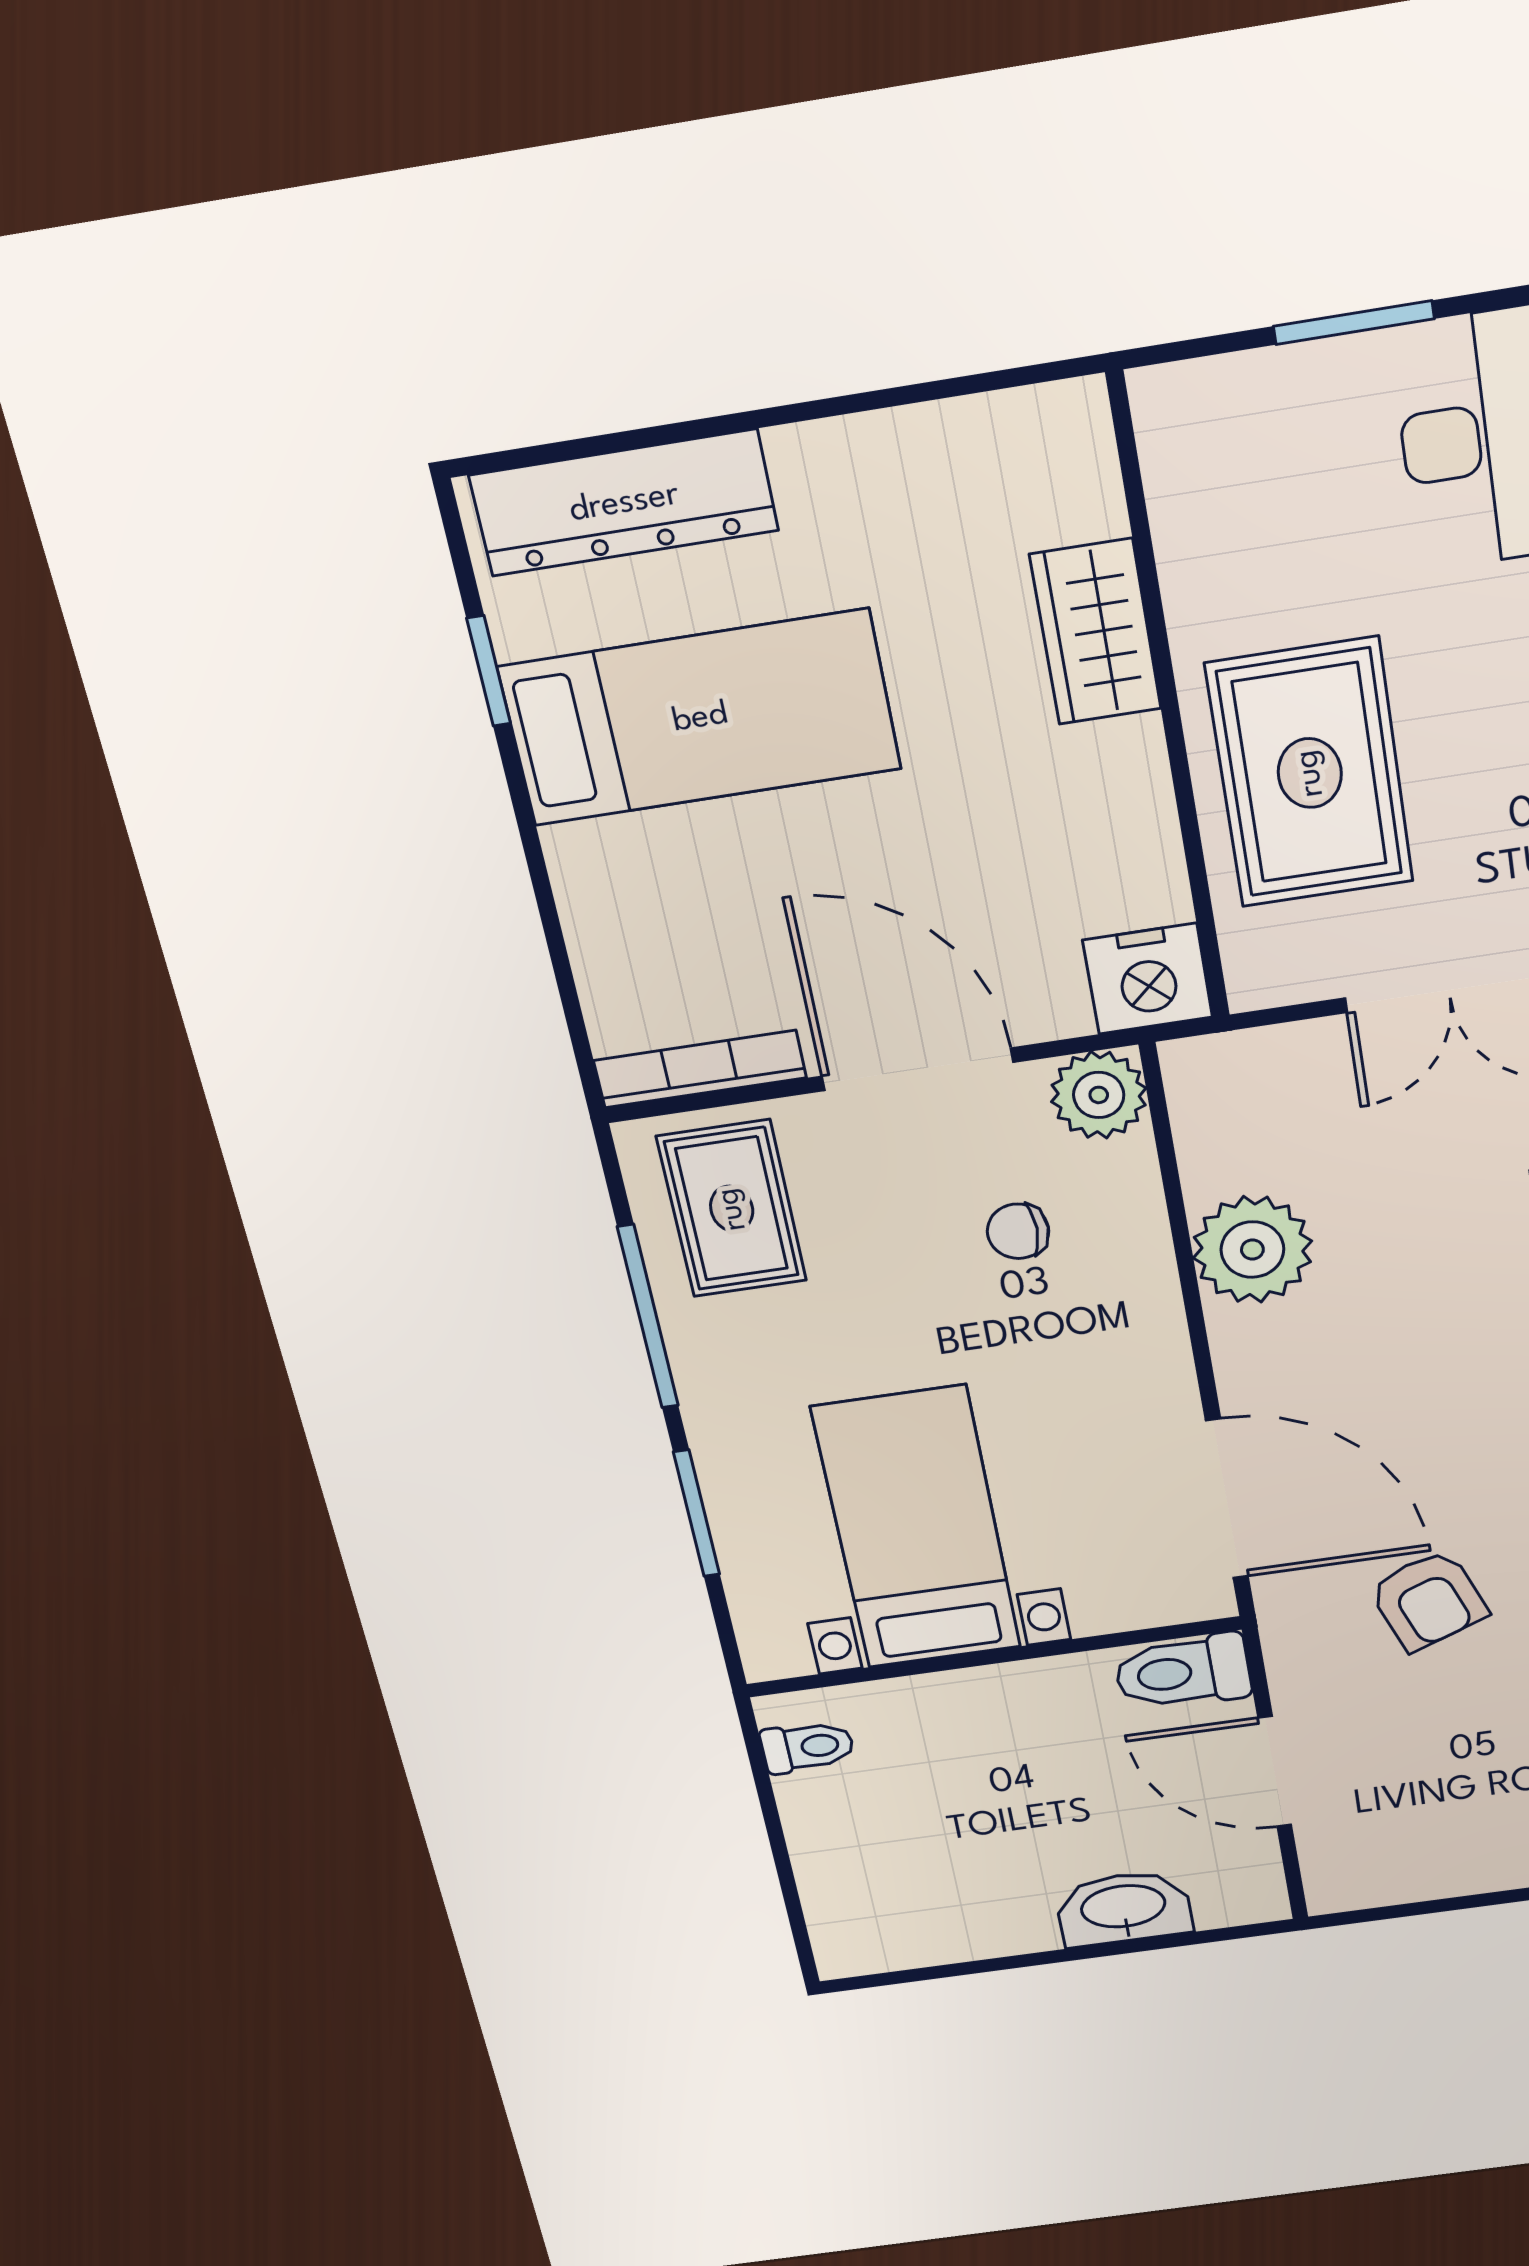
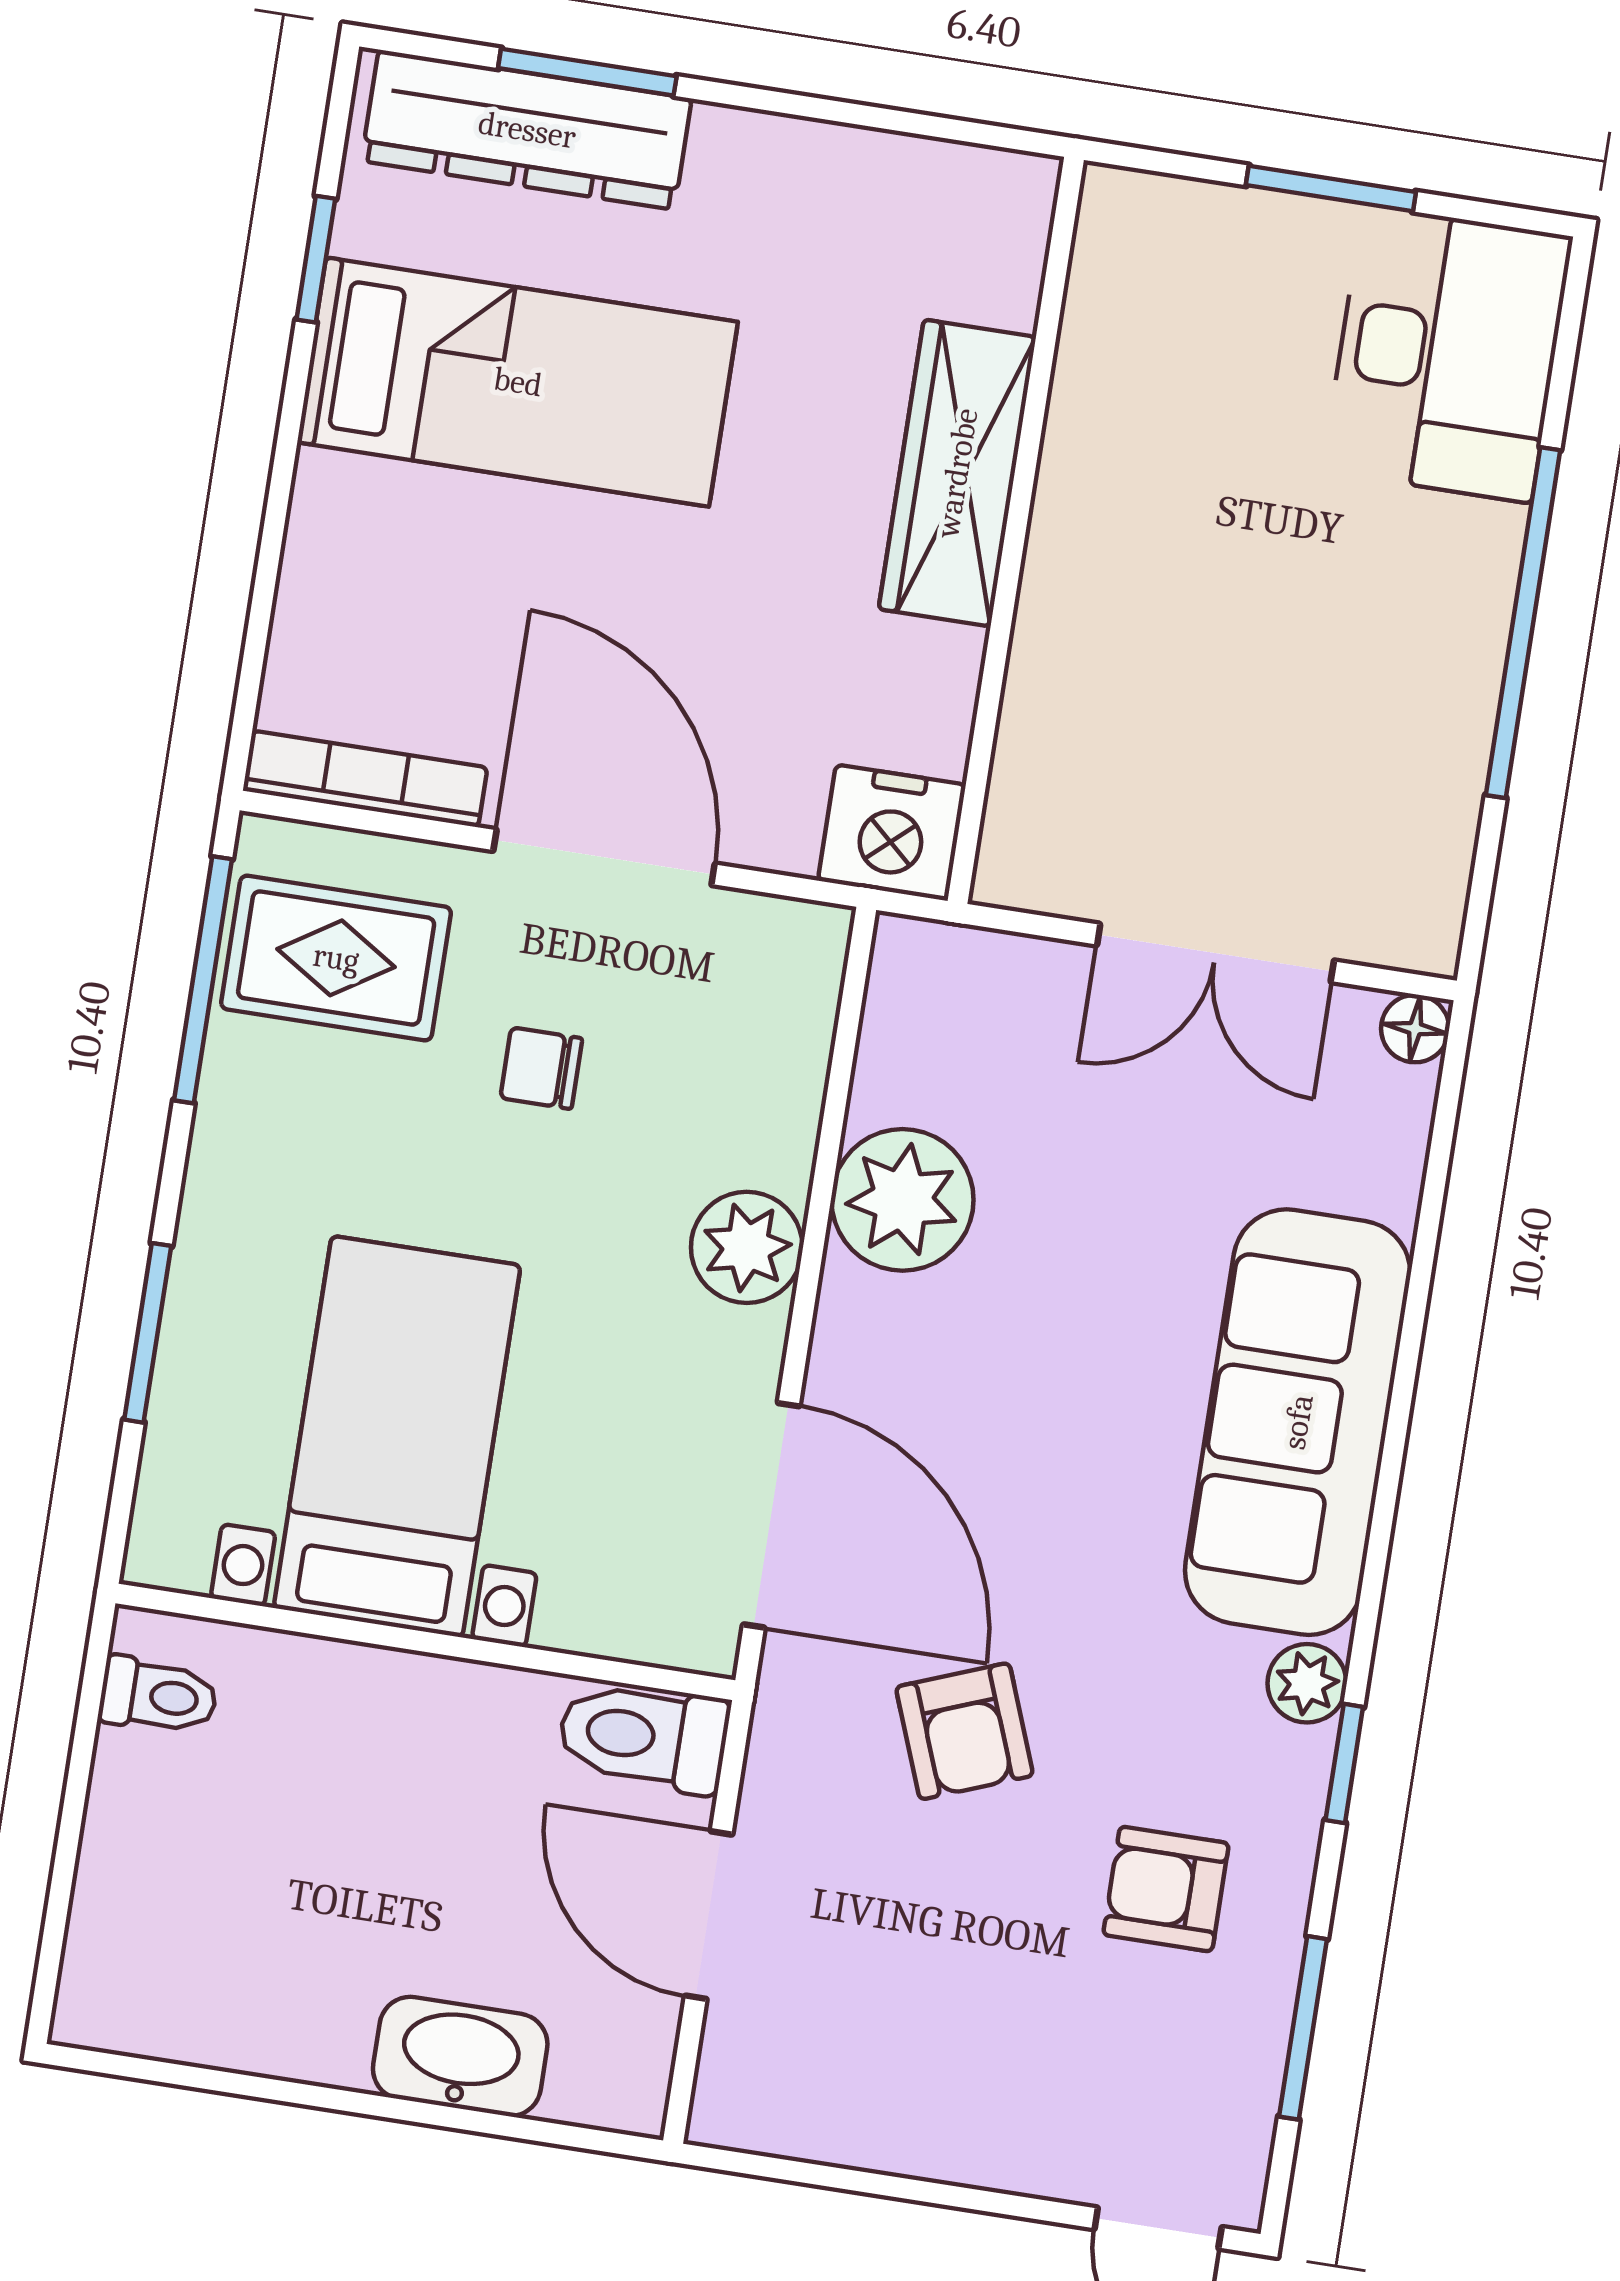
window: (657, 435) -> (587, 72), added
wardrobe: (1096, 632) -> (957, 473), width x1.50
rug: (1310, 773) -> (1140, 653), removed
plant: (1099, 1095) -> (747, 1247), moved
rug: (732, 1209) -> (336, 958), turned 90
chair: (1018, 1231) -> (541, 1068), moved
window: (648, 1317) -> (203, 980), moved

